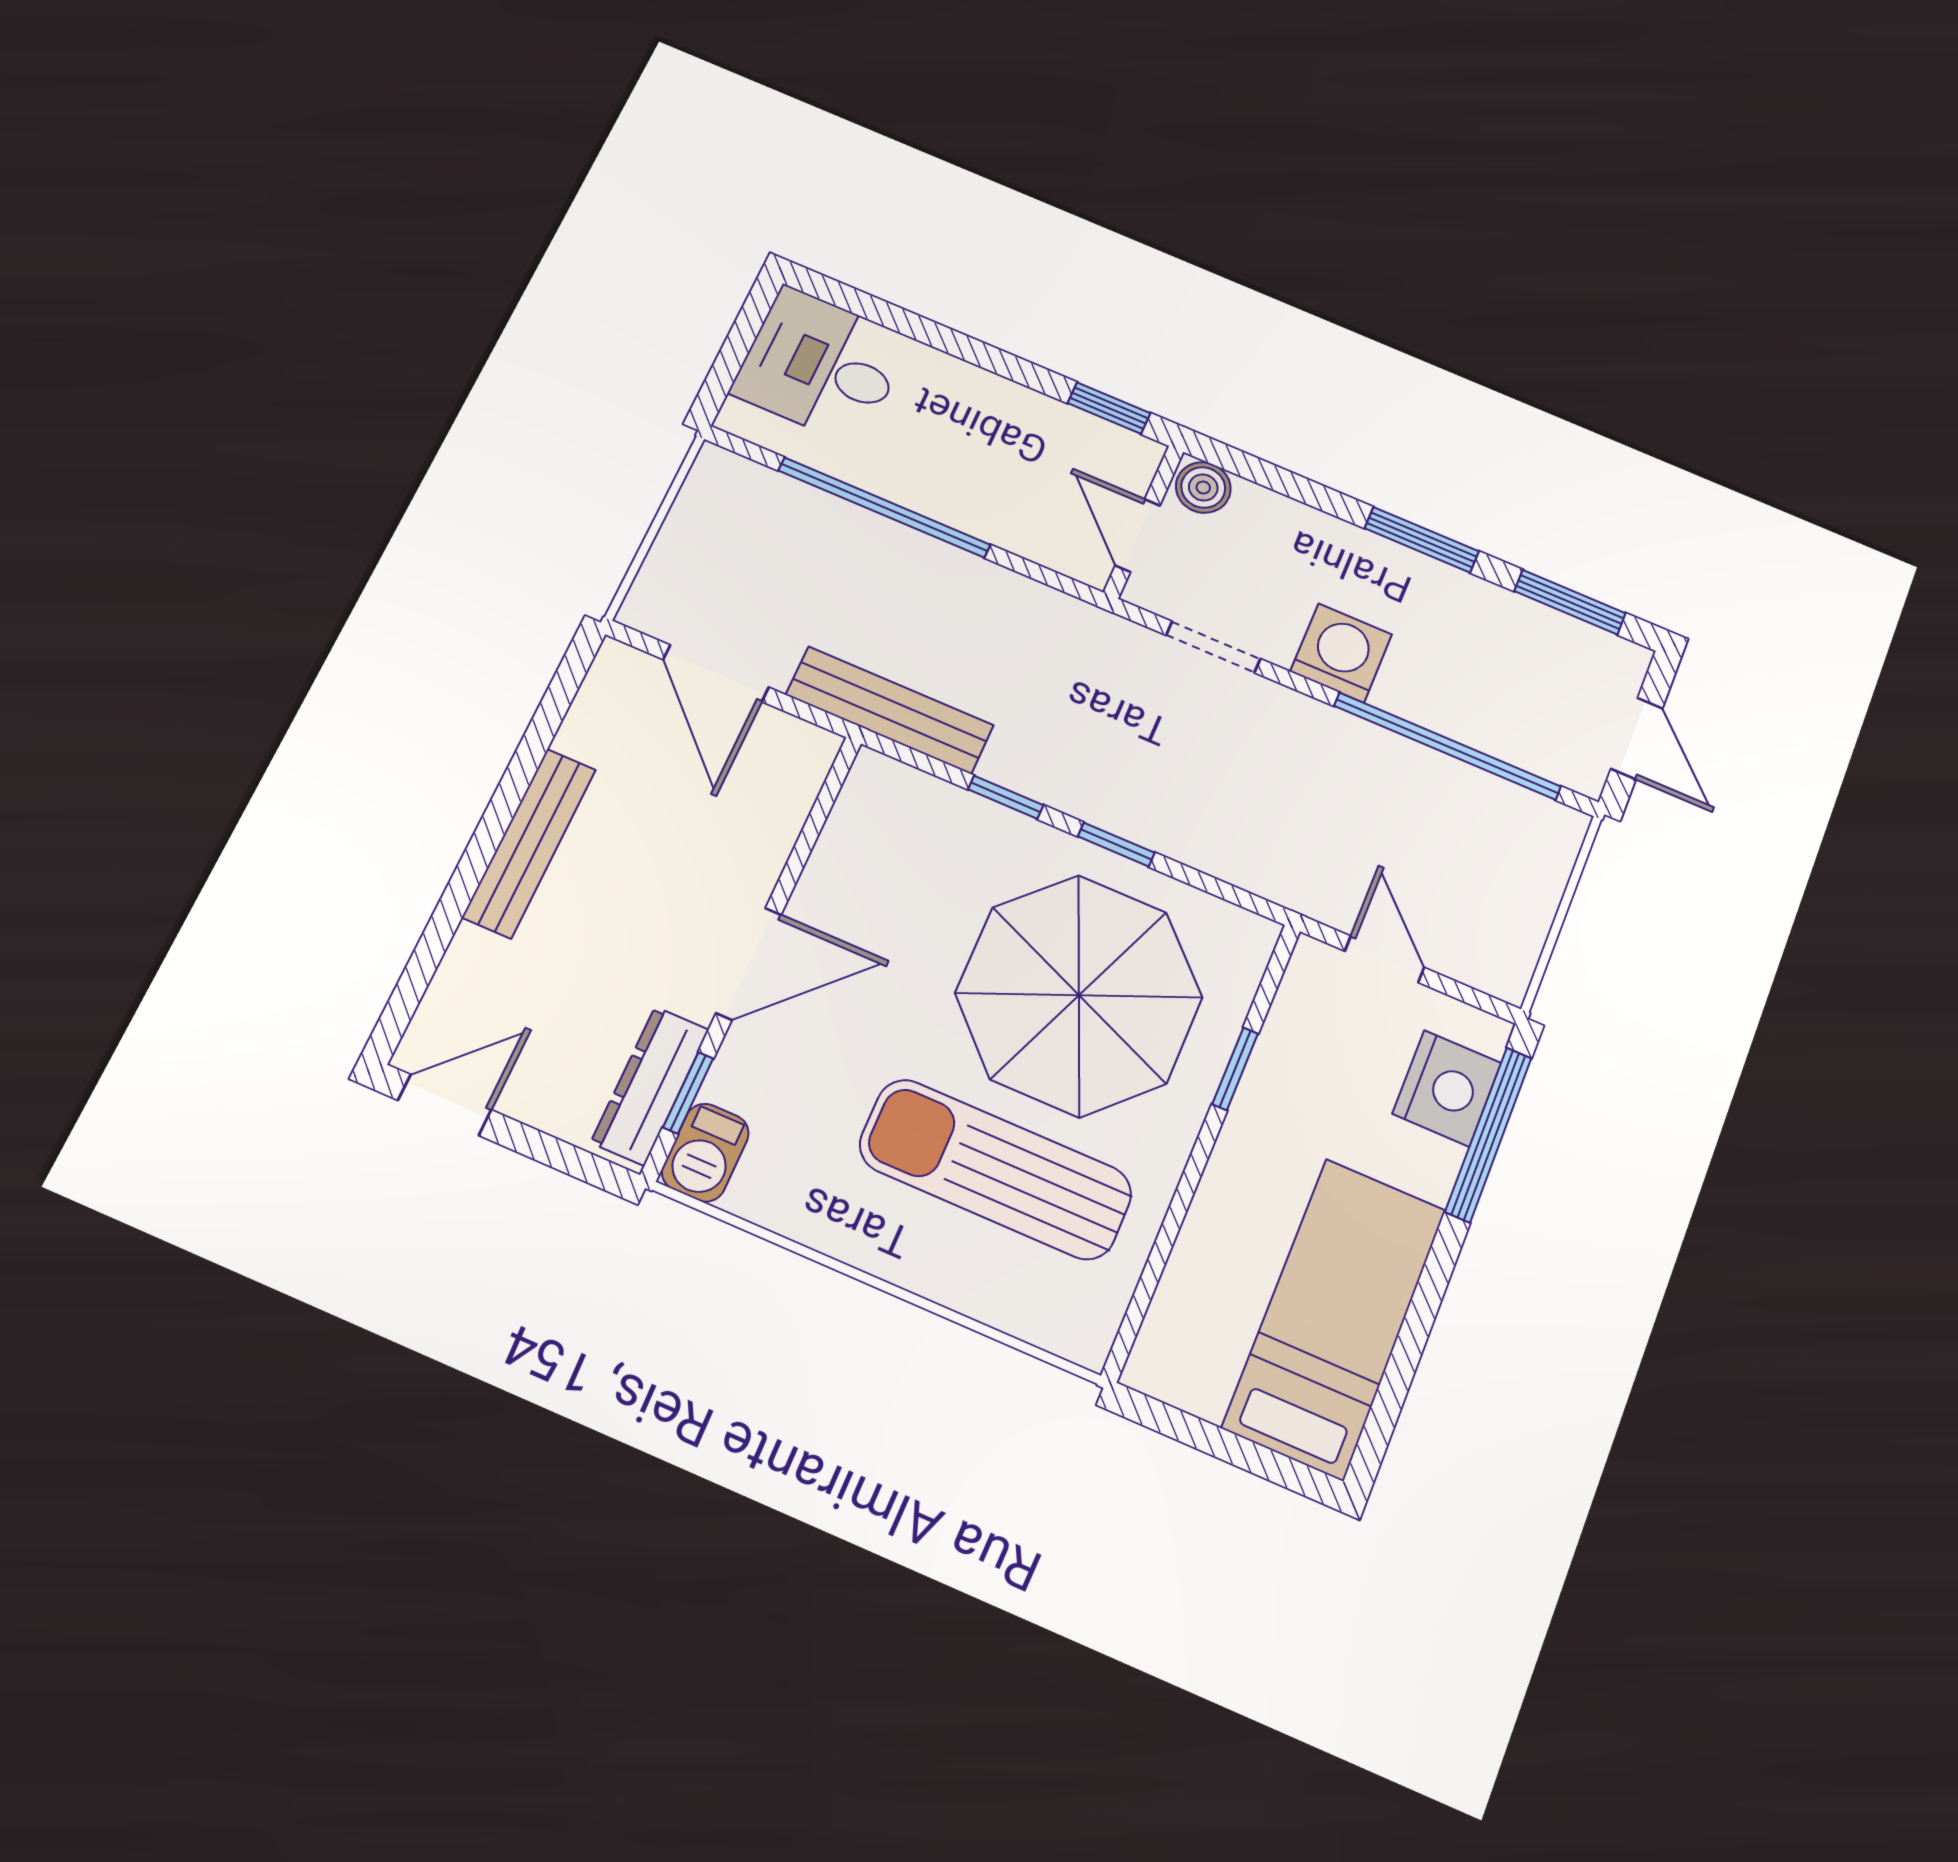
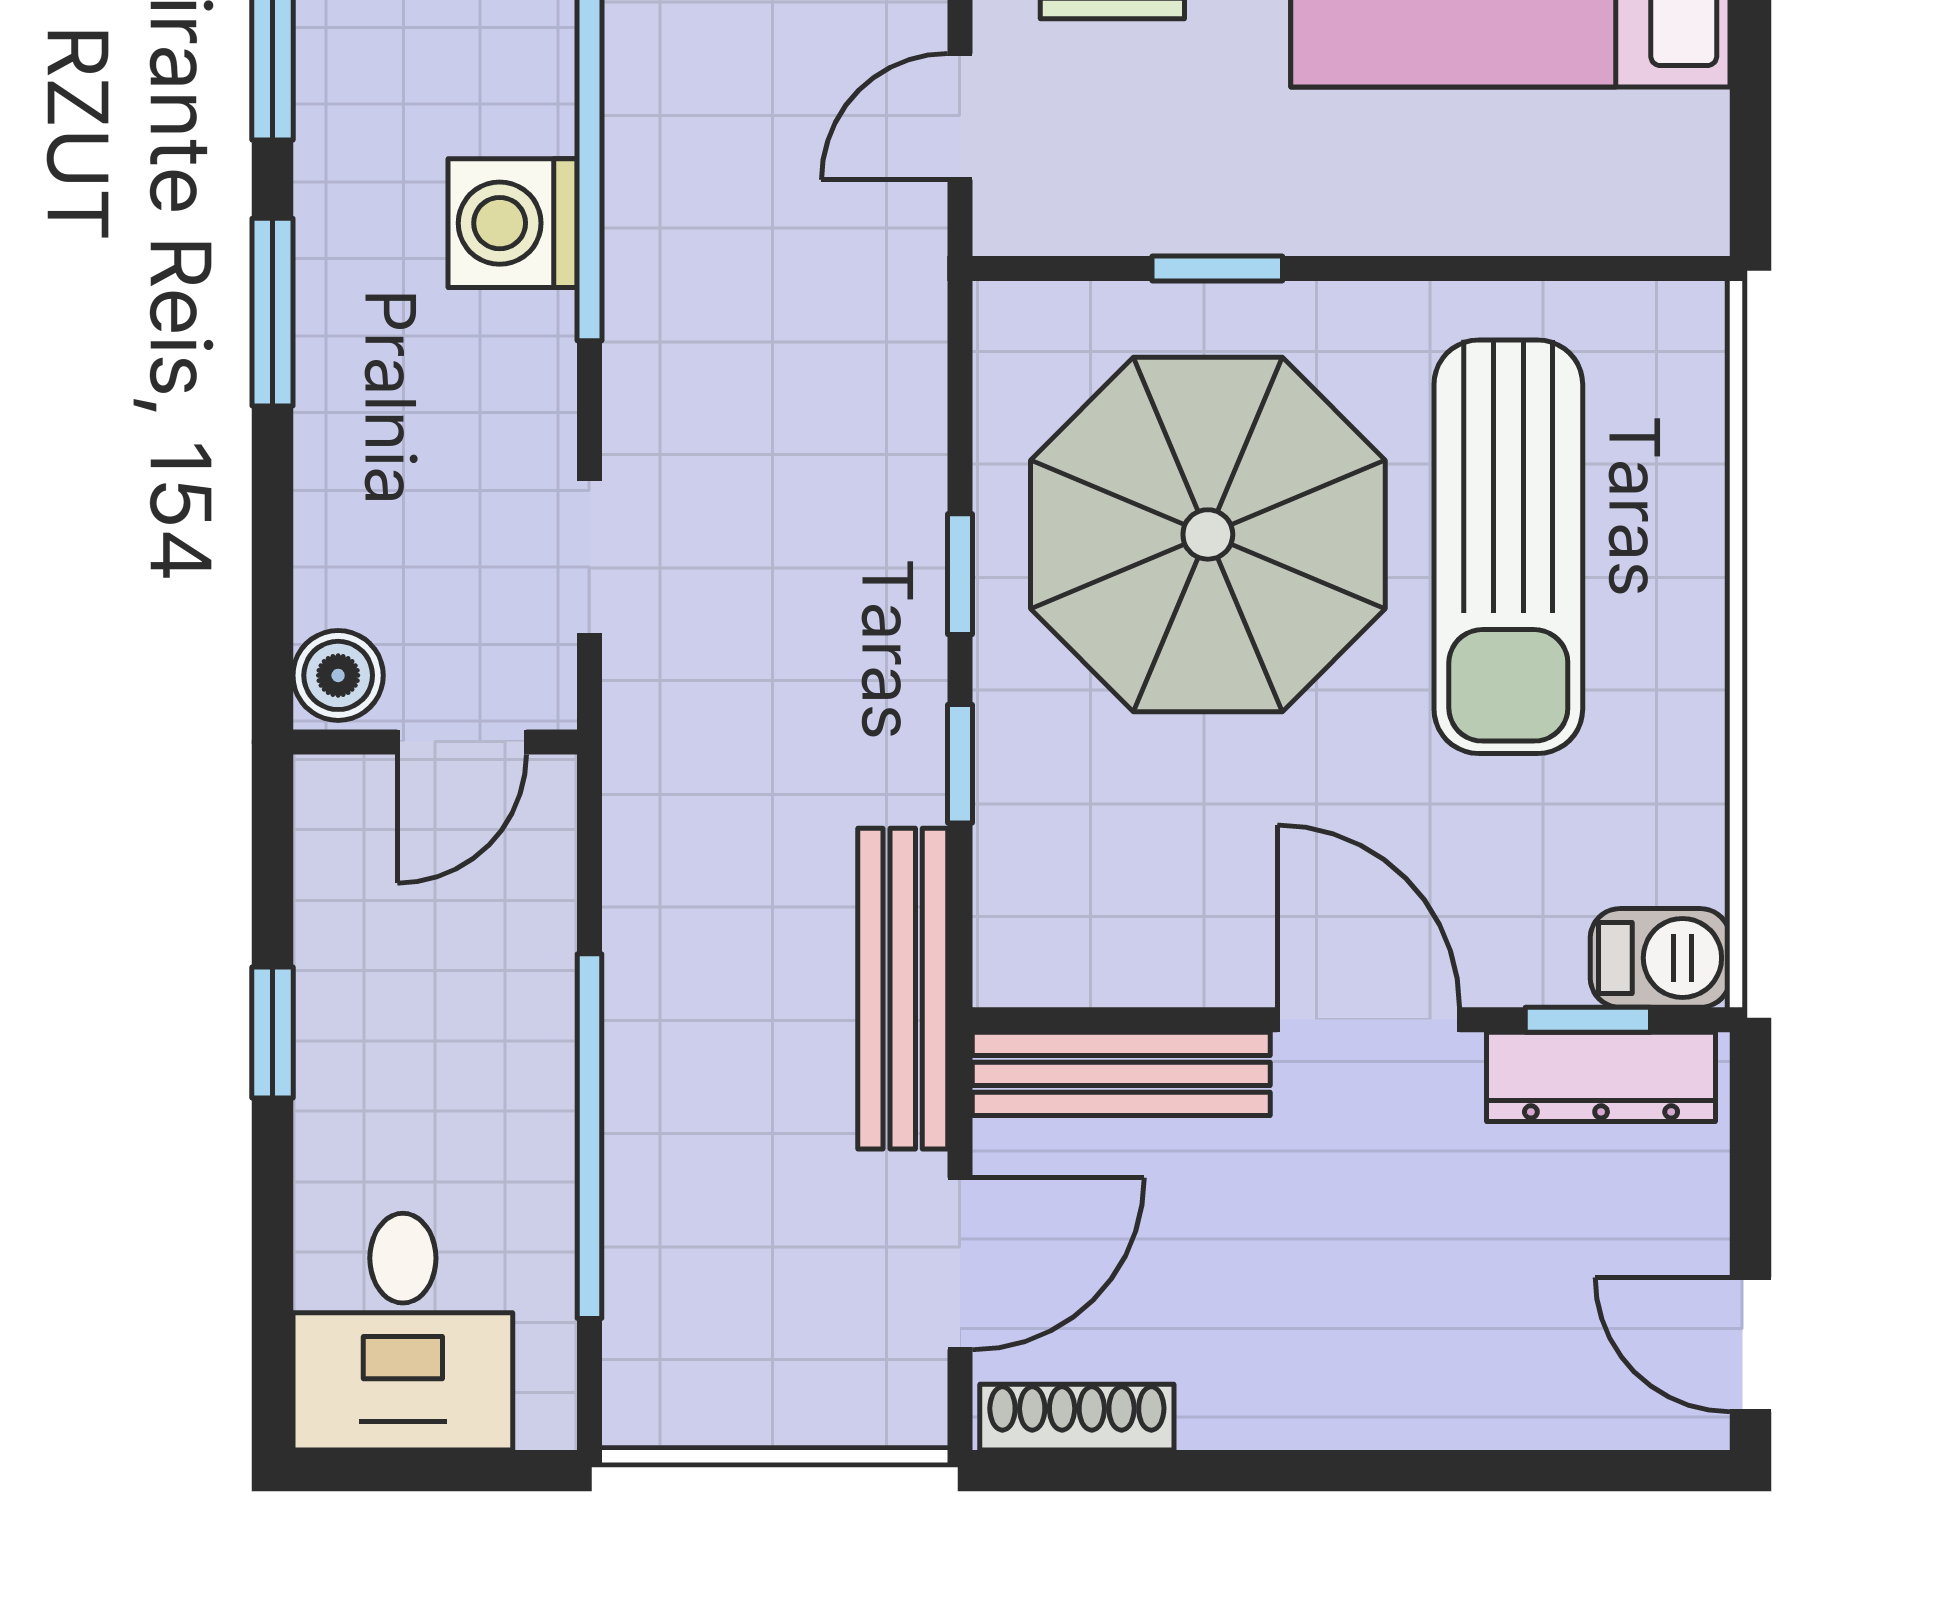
window: (1109, 408) -> (272, 1032), moved
washing machine: (1341, 653) -> (513, 223), moved
shoe rack: (595, 699) -> (1077, 1417), added
bench: (529, 843) -> (1121, 1074), moved

